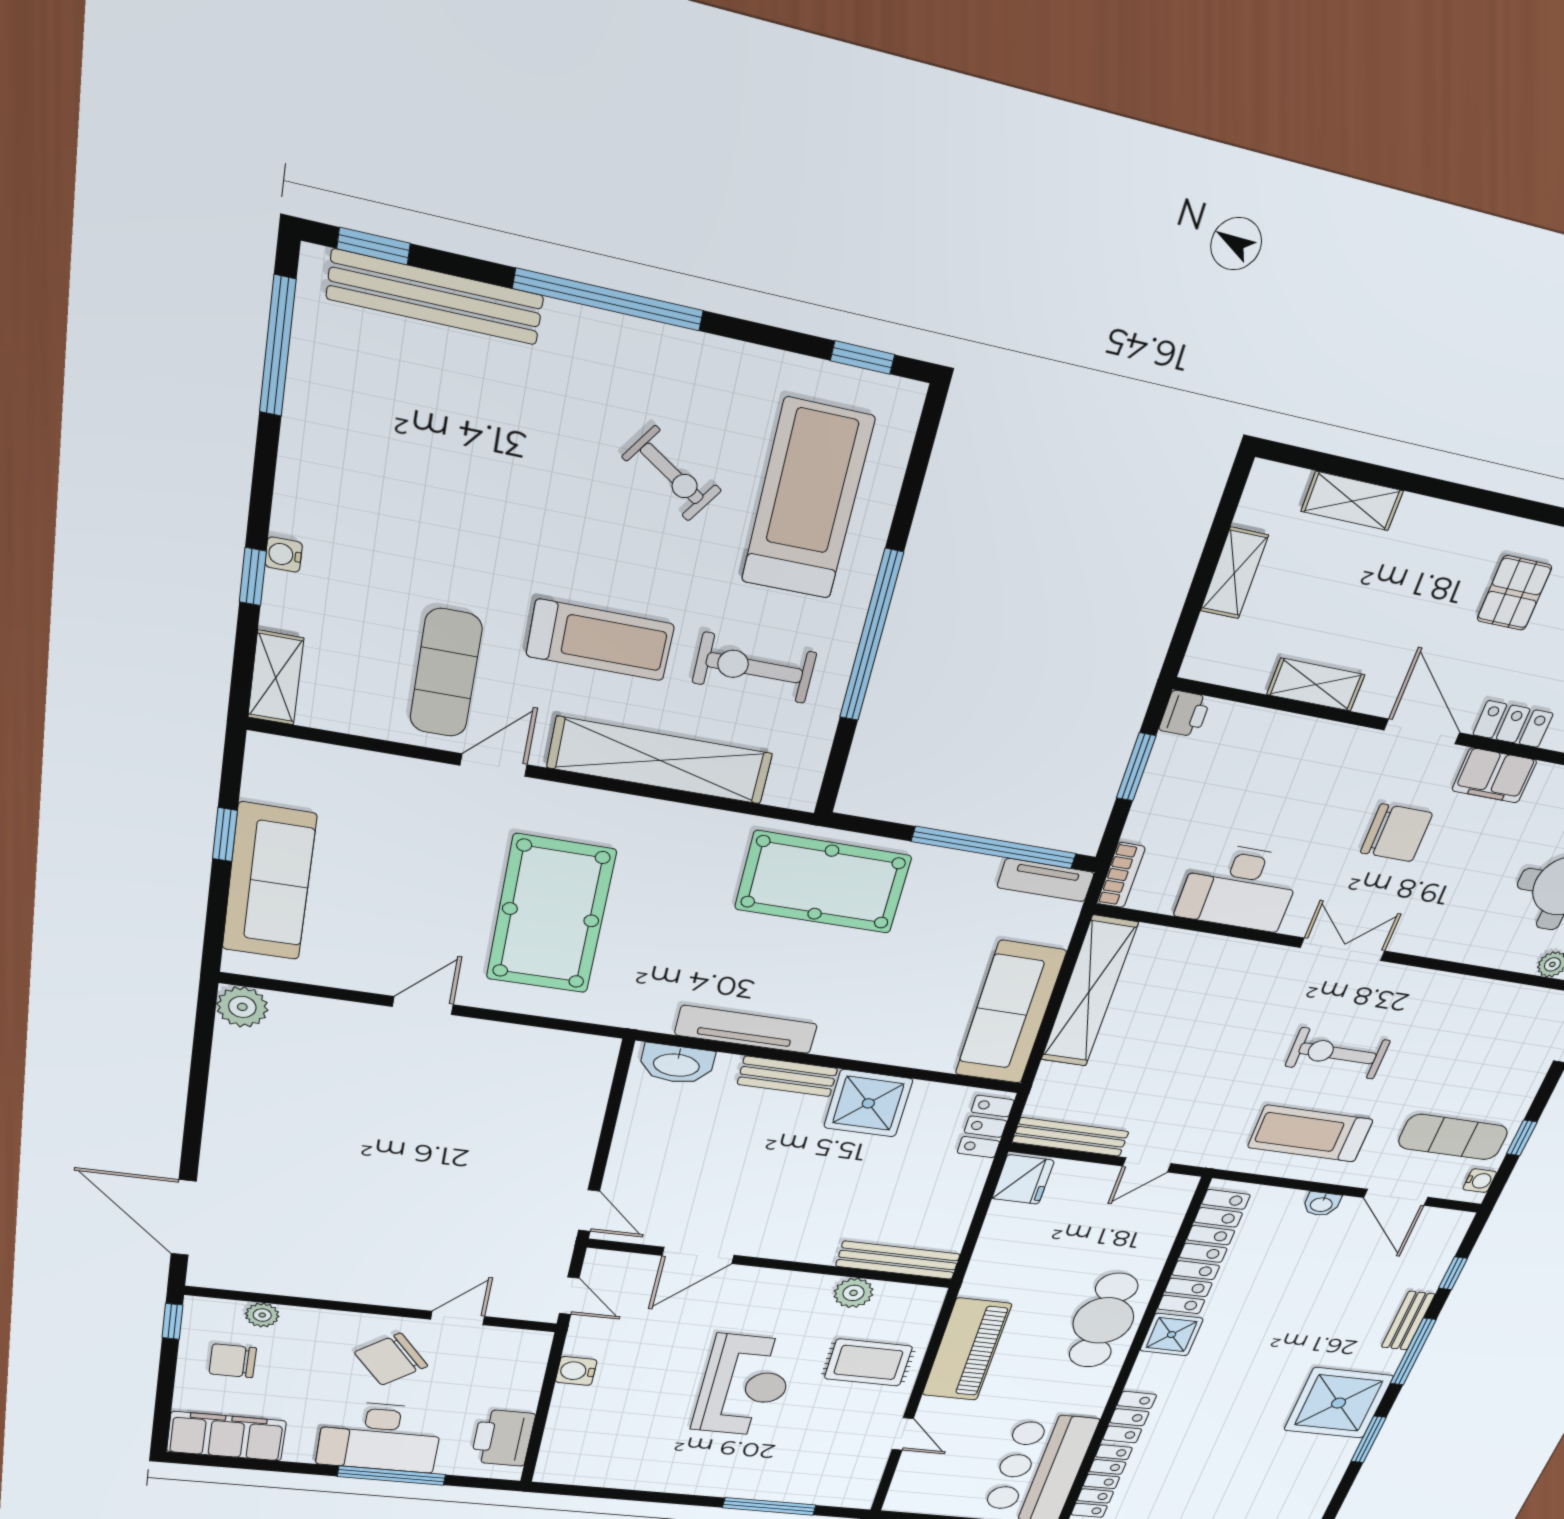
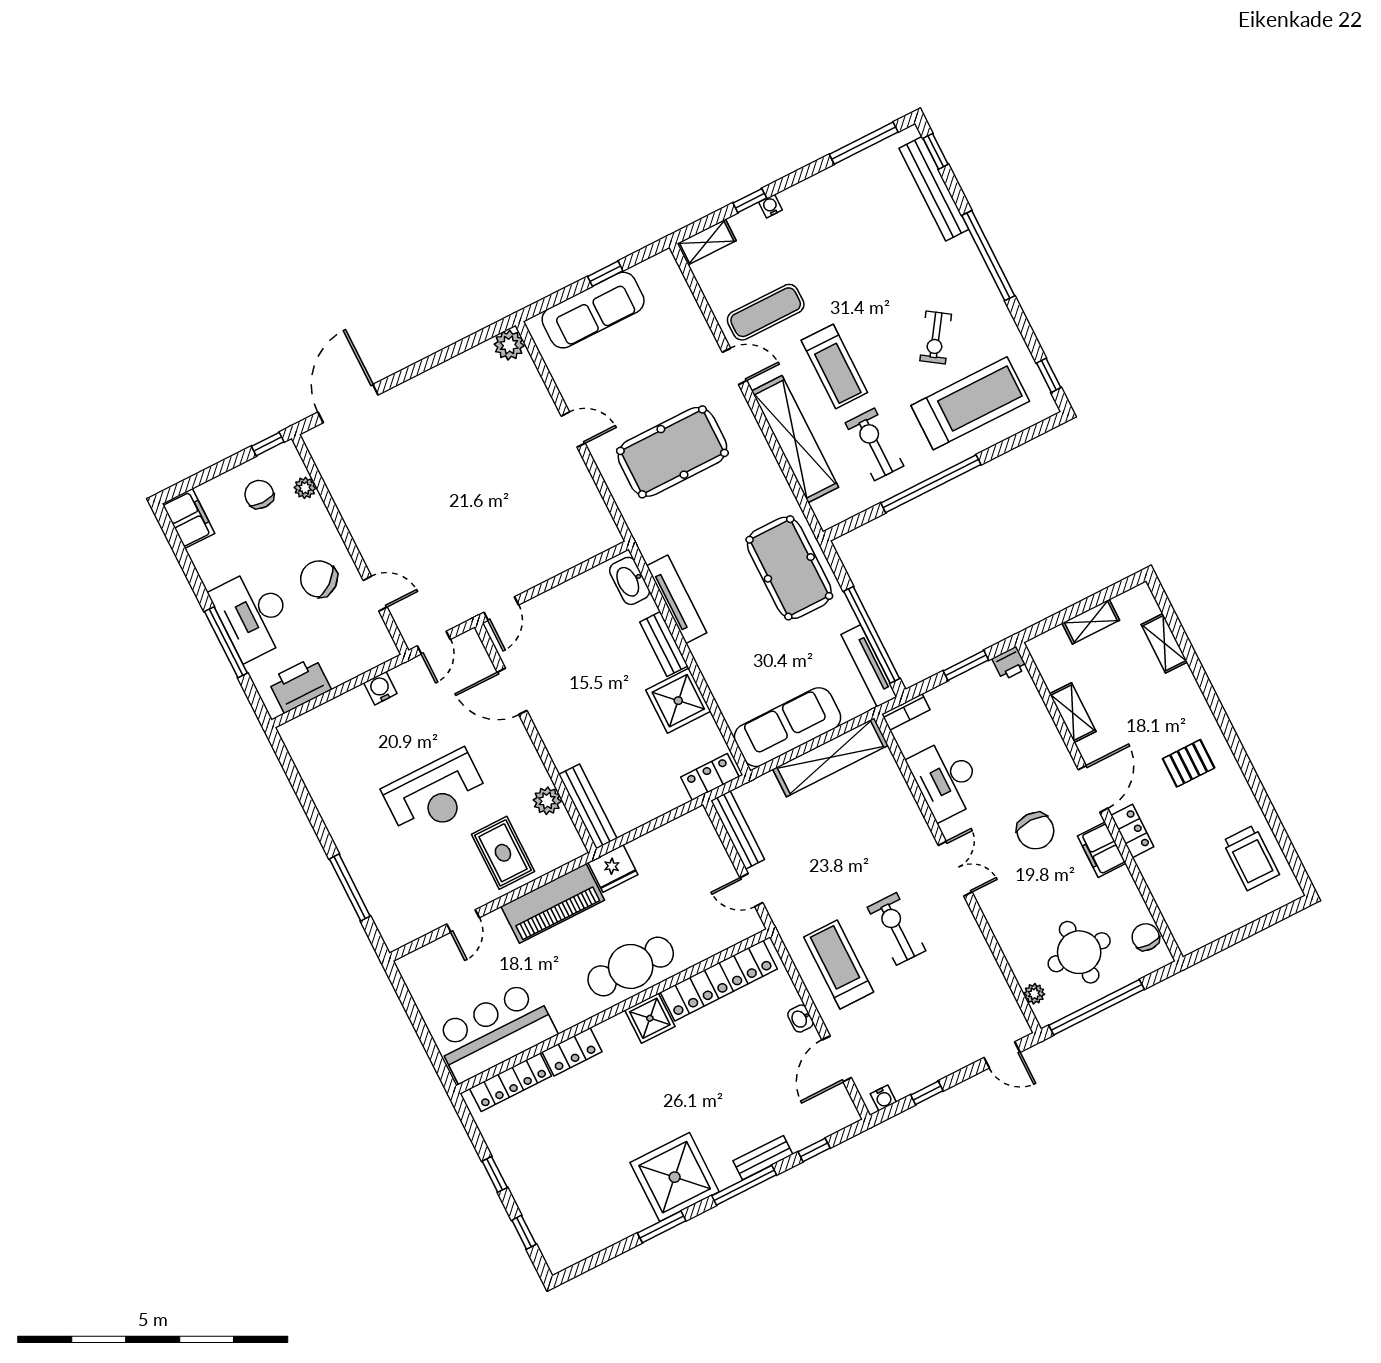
tv unit: (1046, 880) -> (869, 666), width x1.41
exercise mat: (1453, 1137) -> (898, 1051), removed
fridge: (1023, 1180) -> (613, 869), moved
filing cabinet: (227, 1436) -> (188, 519), width x0.67, depth x0.86

